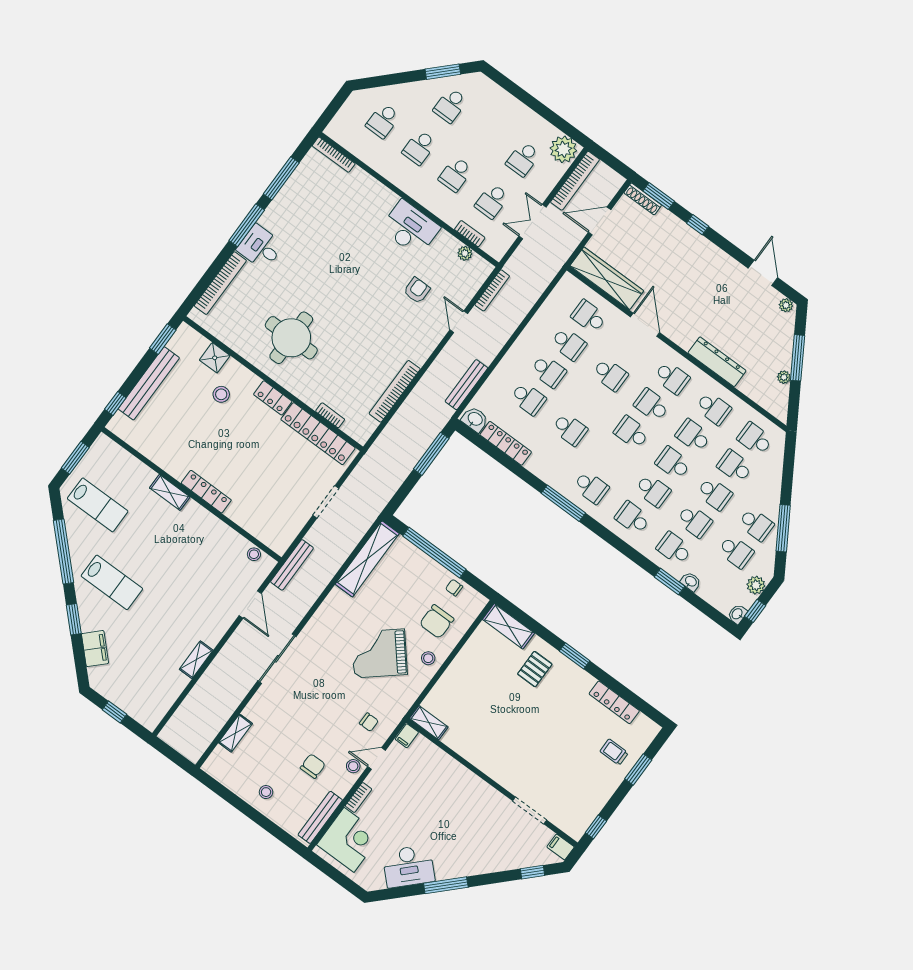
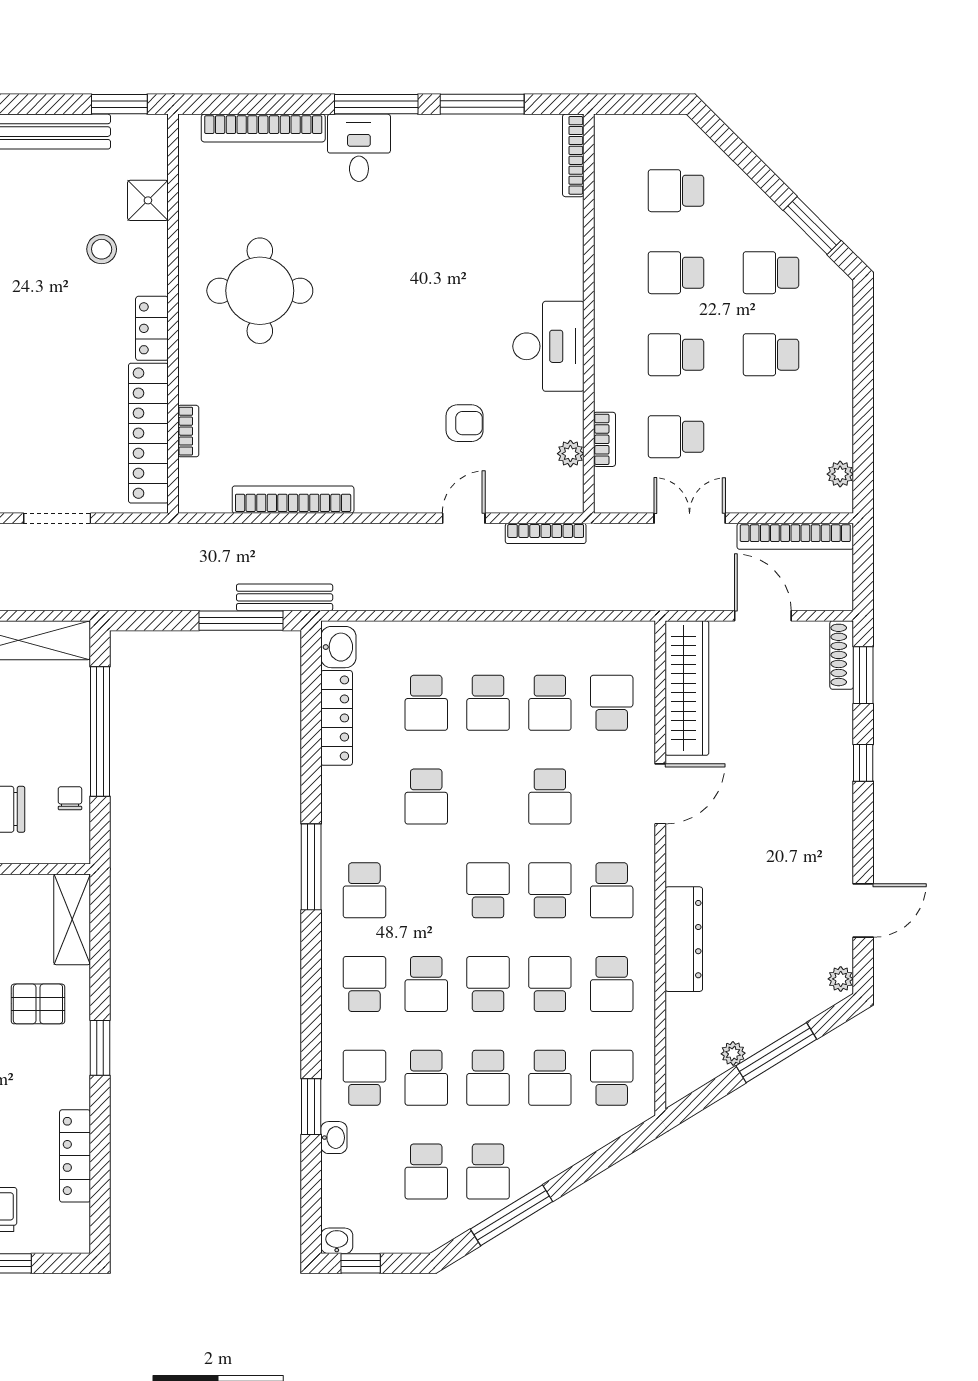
plant: (563, 149) -> (840, 474), width x0.53, depth x0.53
school desk: (523, 159) -> (771, 355), moved
bench: (466, 385) -> (285, 597), moved
school desk: (735, 466) -> (550, 1078), turned 180
plant: (756, 585) -> (399, 1237), removed

